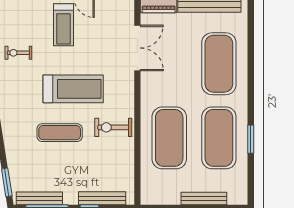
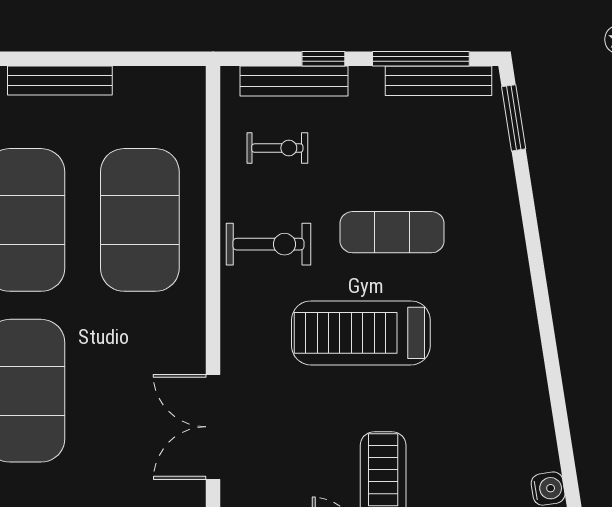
exercise bike: (18, 53) -> (277, 148), moved

